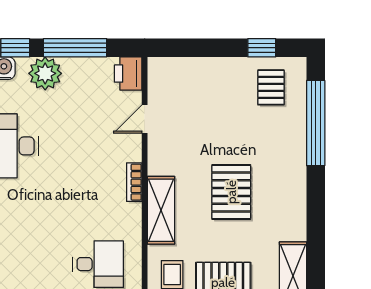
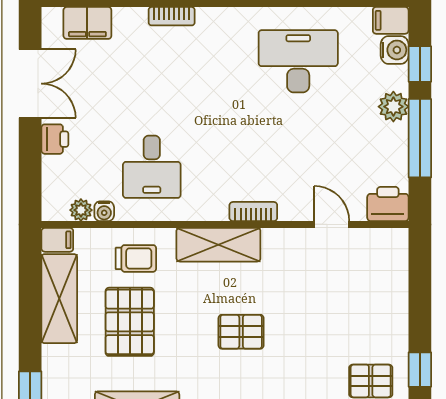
plant: (45, 73) -> (393, 107), width x0.73, depth x0.73
pallet: (231, 192) -> (241, 332), width x0.67, depth x0.71

